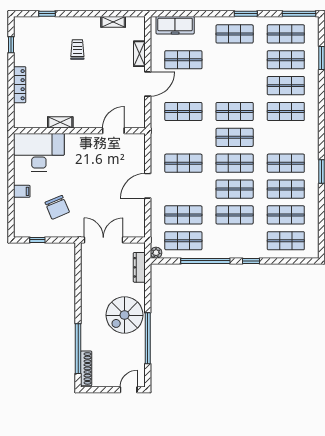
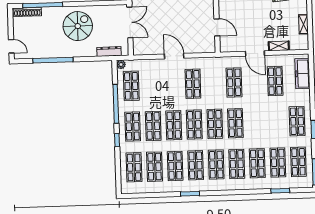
shop shelf: (286, 137) -> (216, 165), added
shop shelf: (183, 215) -> (133, 127), moved
spiral stairs: (125, 315) -> (78, 26), moved, turned 90

